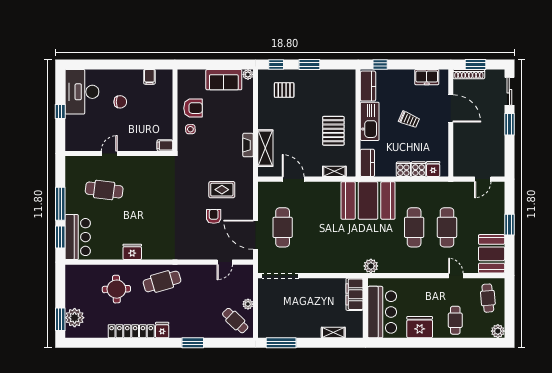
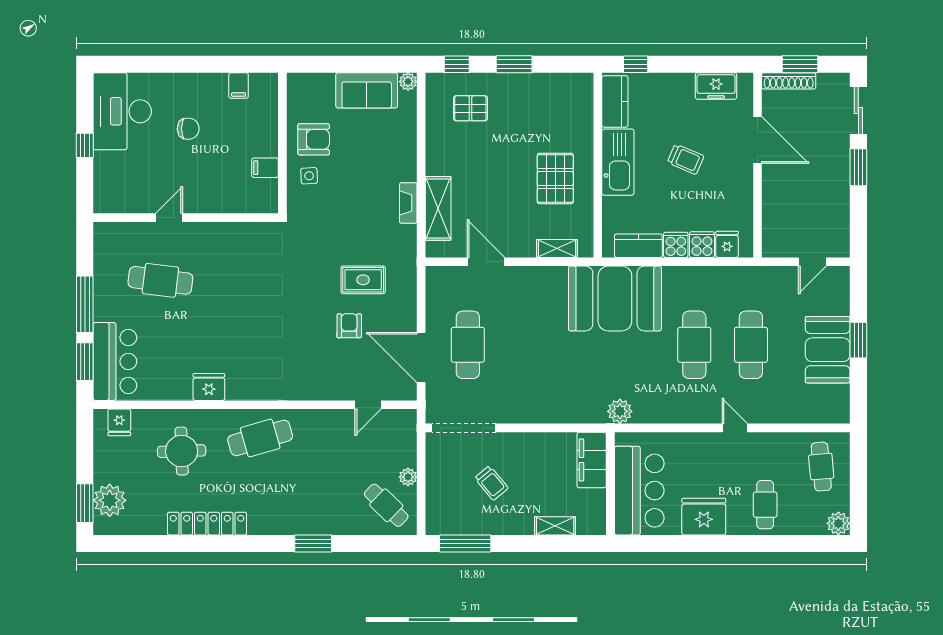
filing cabinet: (165, 145) -> (265, 168), moved
kitchen counter: (367, 163) -> (638, 246), moved, turned -90
booth: (492, 254) -> (828, 350), moved
door: (456, 276) -> (735, 428), moved
trolley: (296, 308) -> (491, 483), added
fridge: (162, 330) -> (119, 422), moved, turned 180

